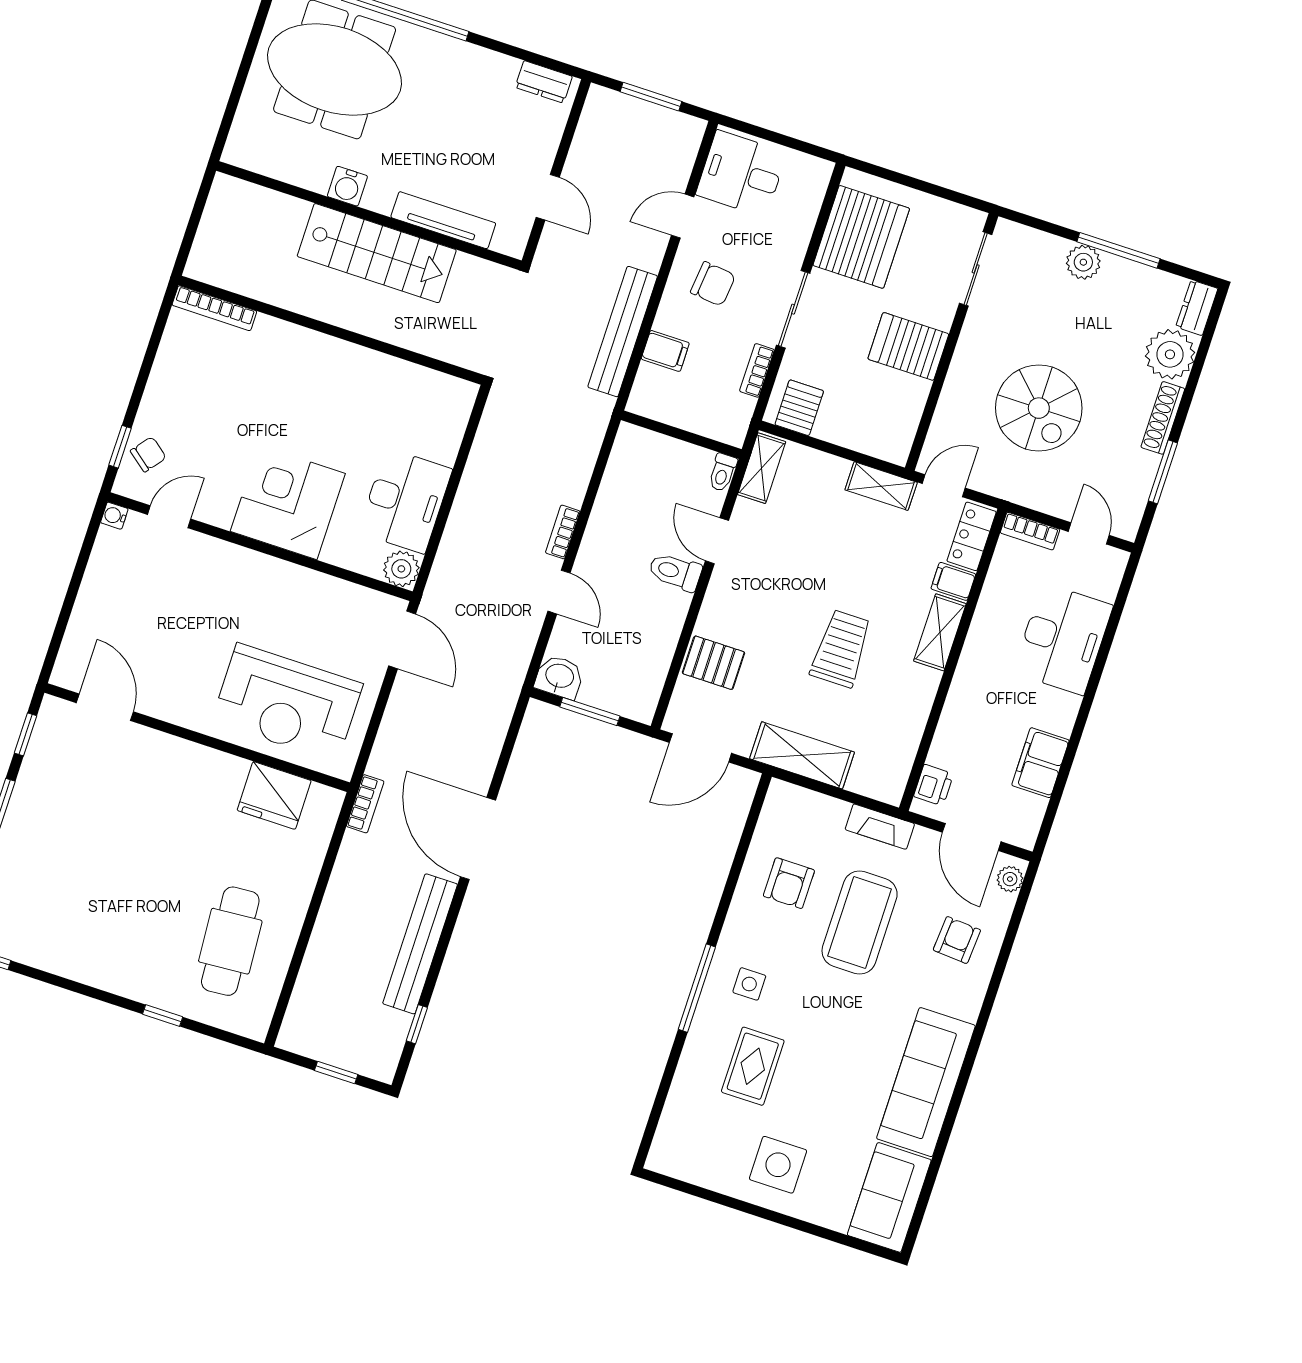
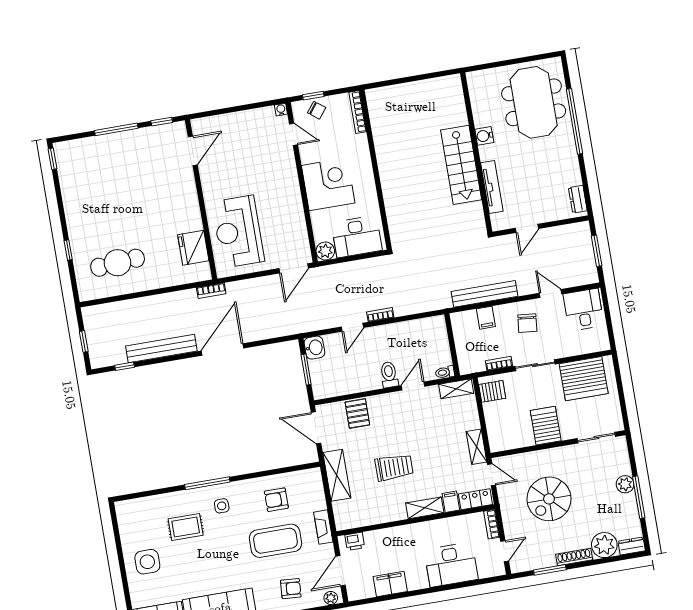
bookcase: (214, 308) -> (358, 112), moved
wall: (331, 330) -> (376, 170), moved

